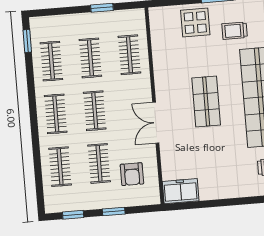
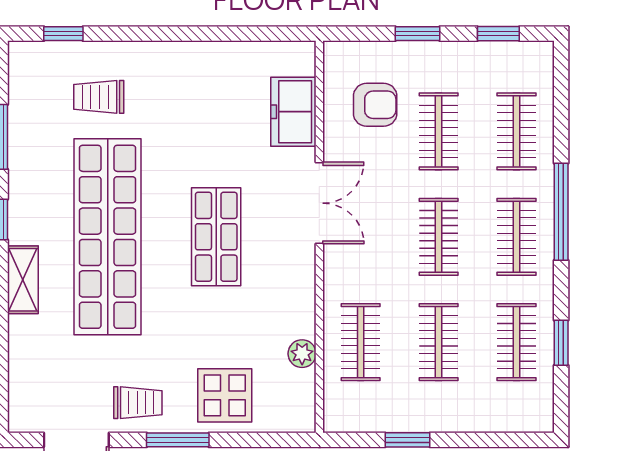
trolley: (235, 31) -> (138, 403), moved
window: (27, 41) -> (561, 343), moved
plant: (158, 47) -> (302, 354), added
window: (34, 128) -> (561, 212), added
armchair: (132, 174) -> (375, 105), turned 90
freezer: (181, 191) -> (293, 112), moved, turned 90

